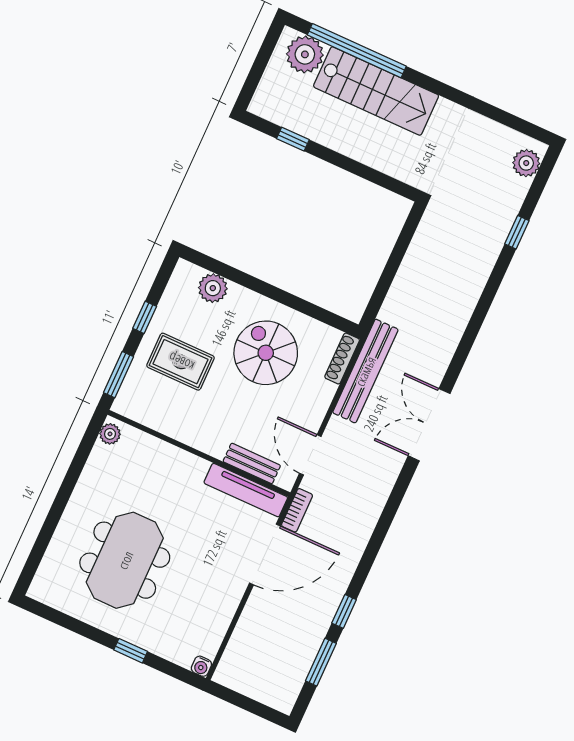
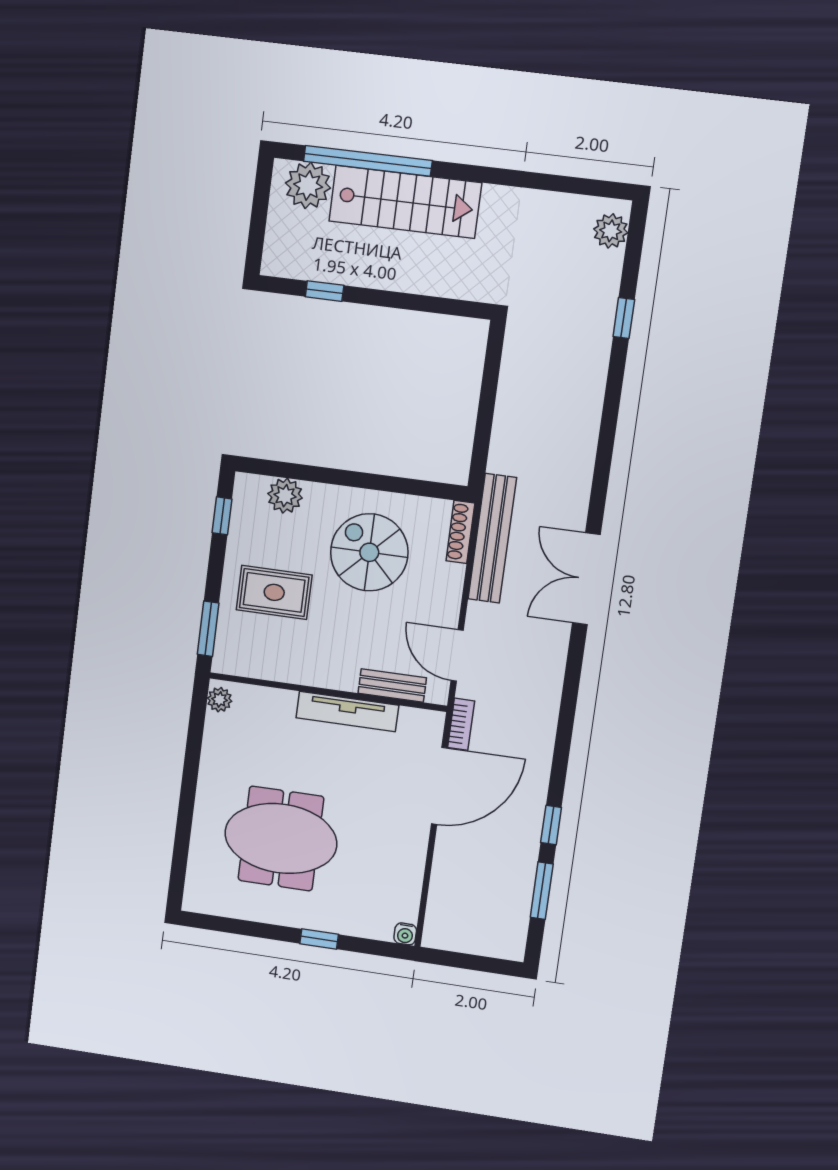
window: (145, 317) -> (222, 516), moved
tv unit: (246, 490) -> (347, 712), moved
meeting table: (125, 560) -> (281, 838), turned 90

